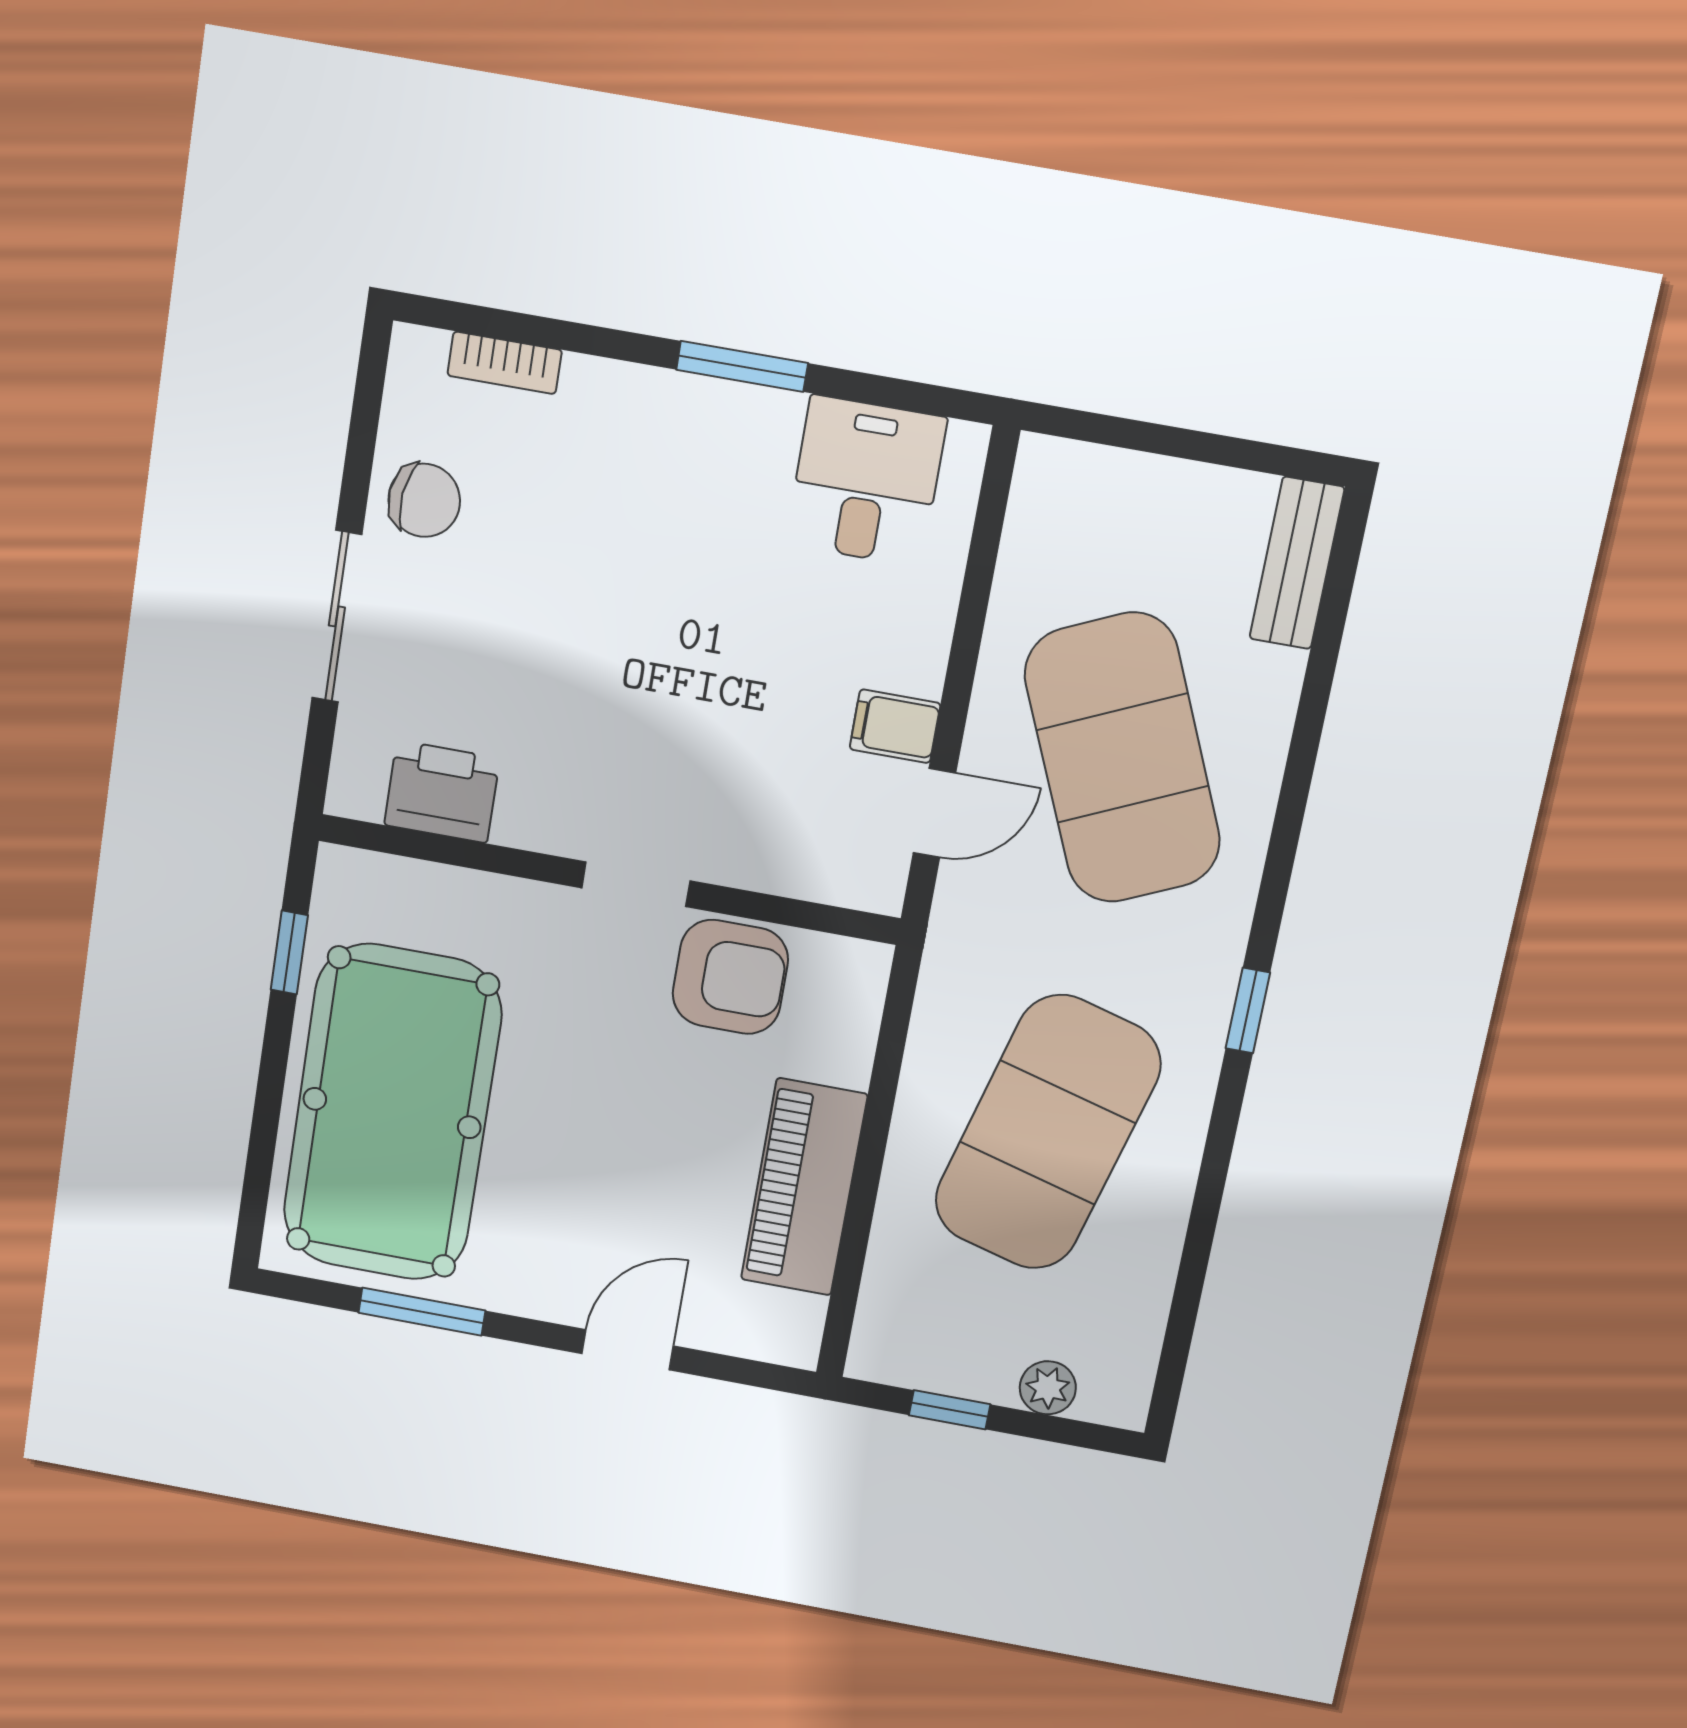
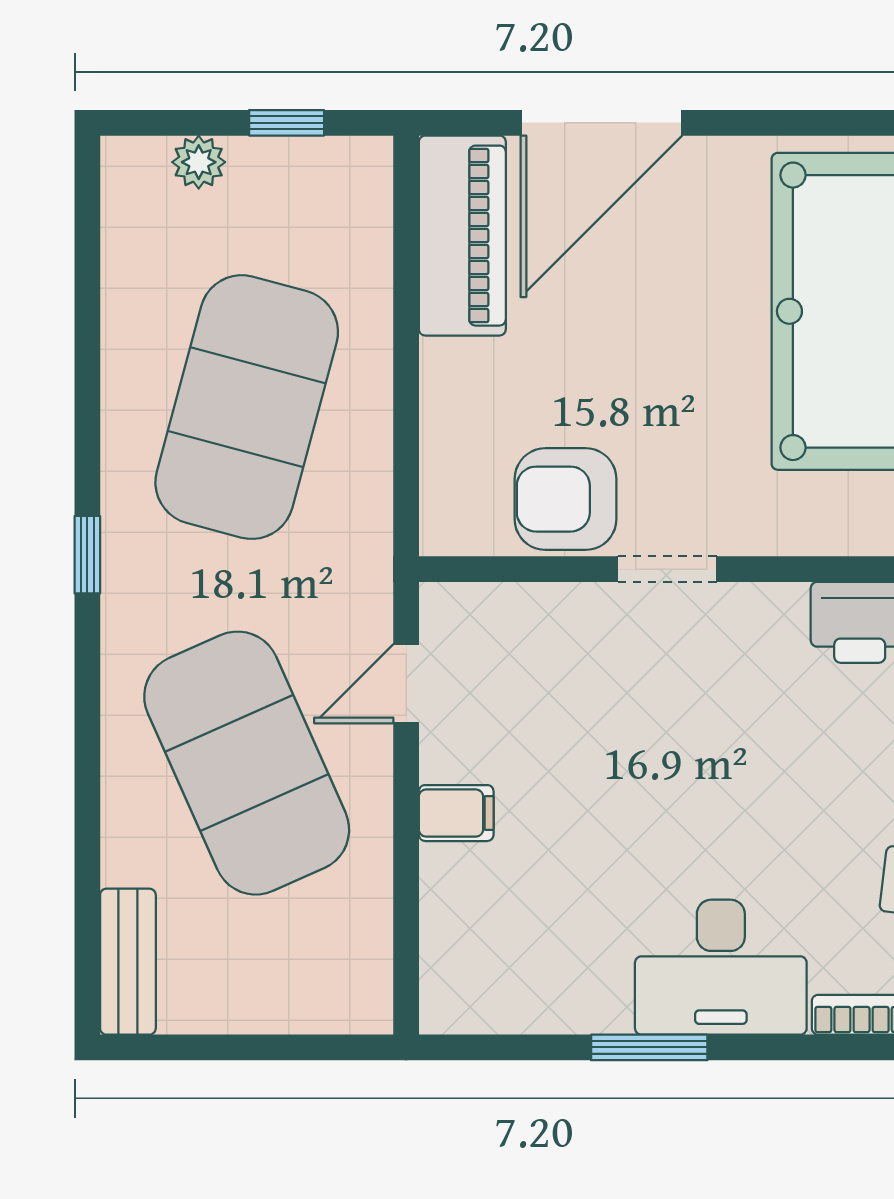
desk: (866, 481) -> (721, 967), moved, width x1.37
filing cabinet: (895, 726) -> (456, 813), moved
piano: (804, 1187) -> (462, 236), moved
window: (422, 1312) -> (803, 123), removed
door: (628, 1350) -> (601, 123), width x1.87

